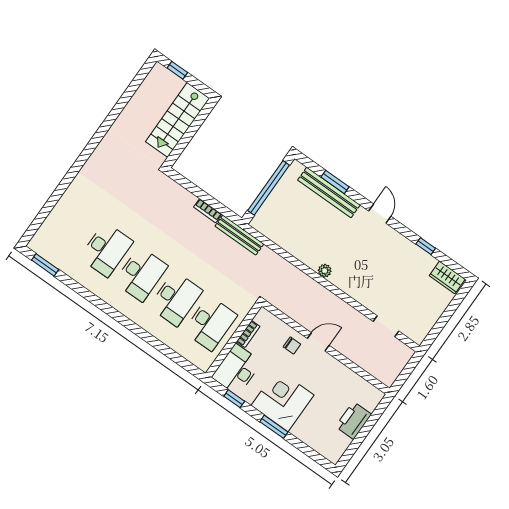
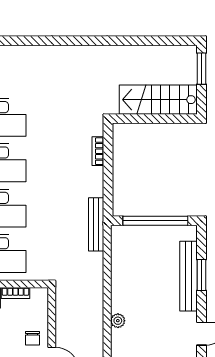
window: (177, 70) -> (201, 69), width x1.50
bookcase: (208, 211) -> (98, 151), moved

